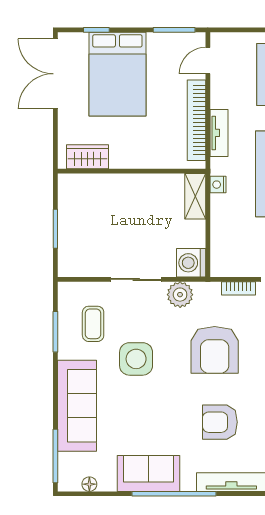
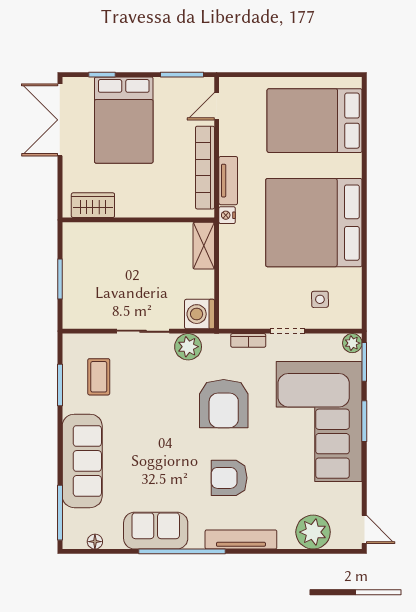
nightstand: (218, 185) -> (227, 215), moved
side table: (136, 359) -> (143, 413), removed

